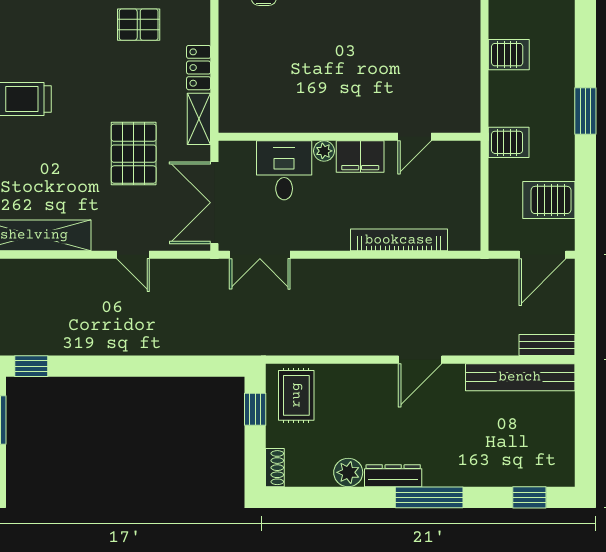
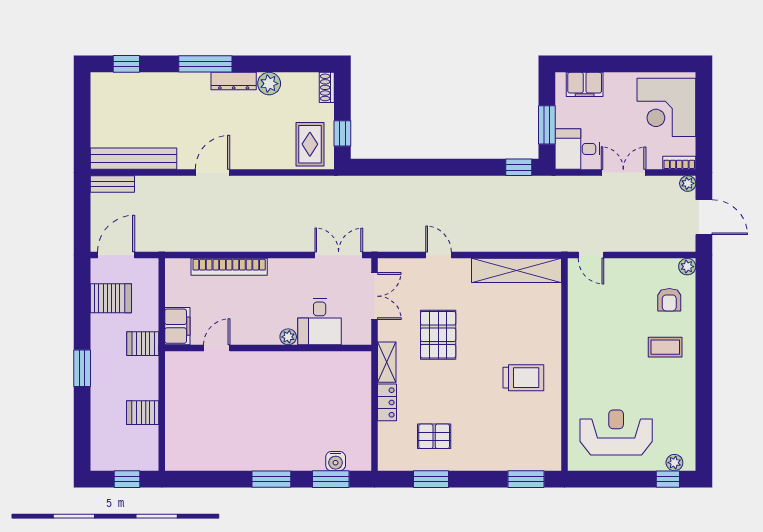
filing cabinet: (360, 157) -> (177, 326), moved, turned 90
double door: (214, 203) -> (374, 296), width x0.73

